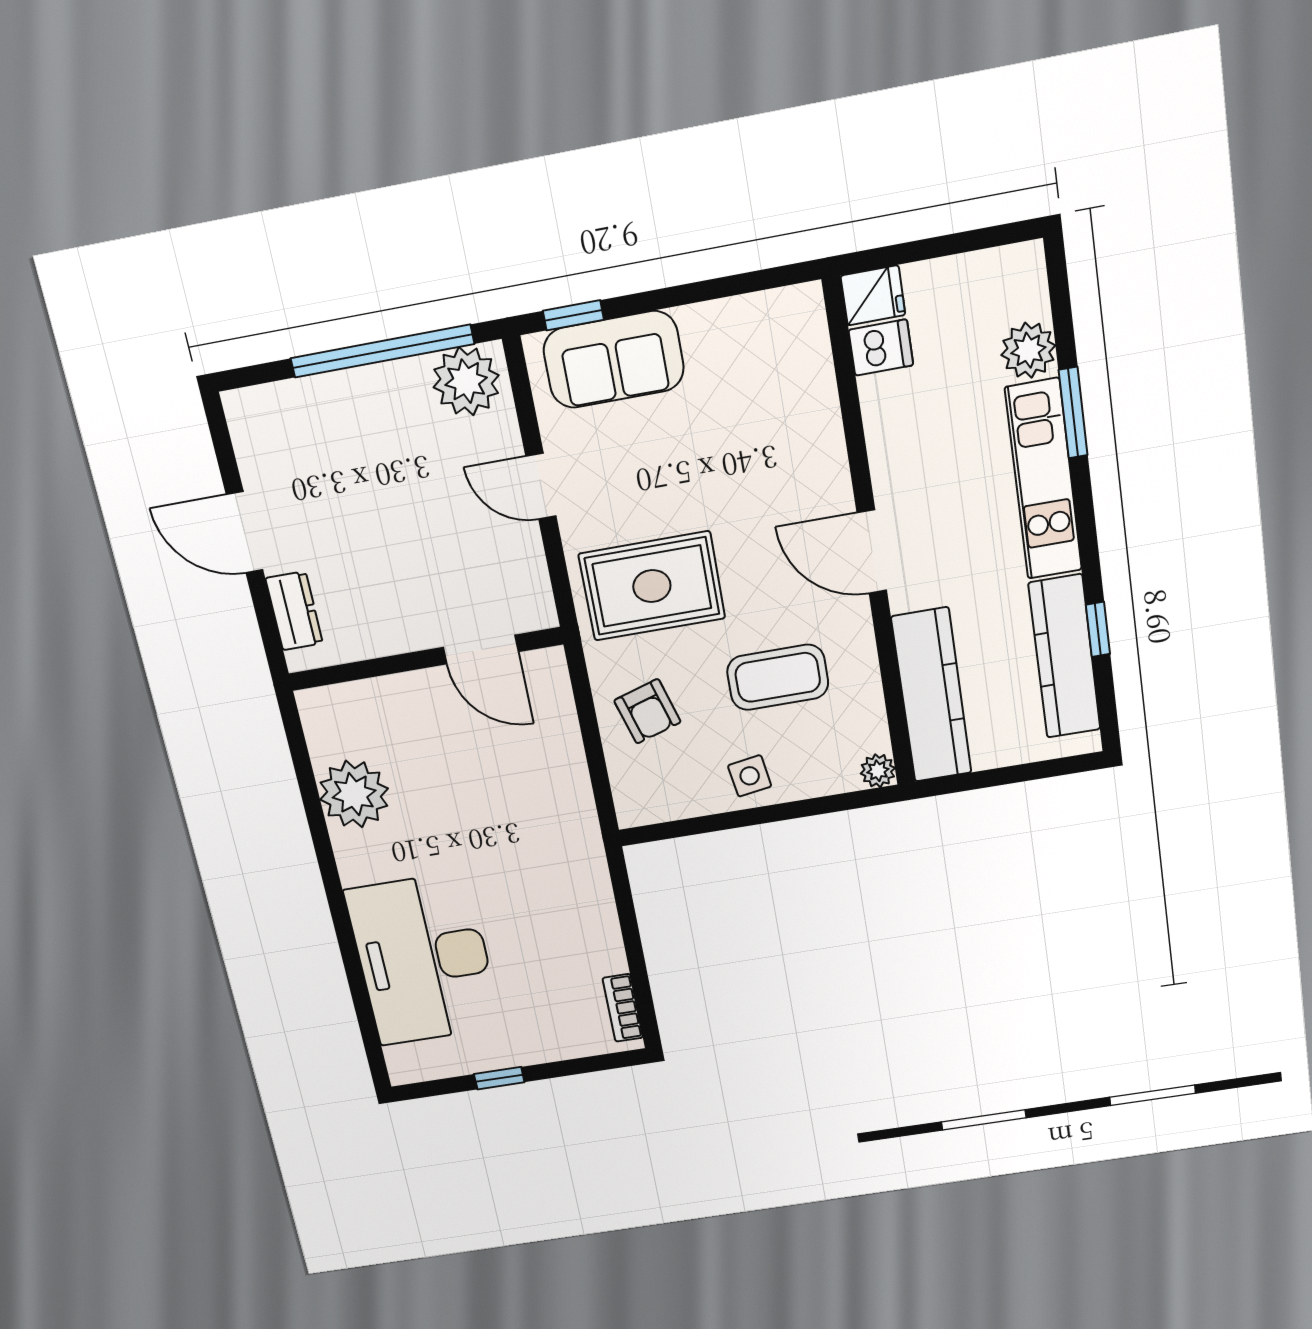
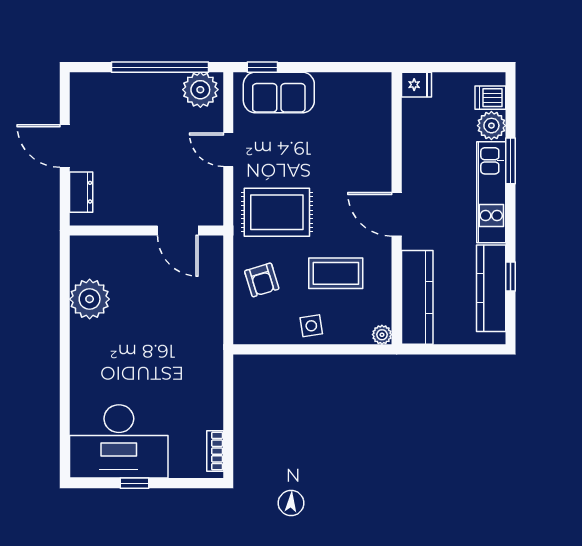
dishwasher: (881, 348) -> (490, 98), moved, turned 180
desk: (423, 959) -> (119, 441), moved, turned -90

